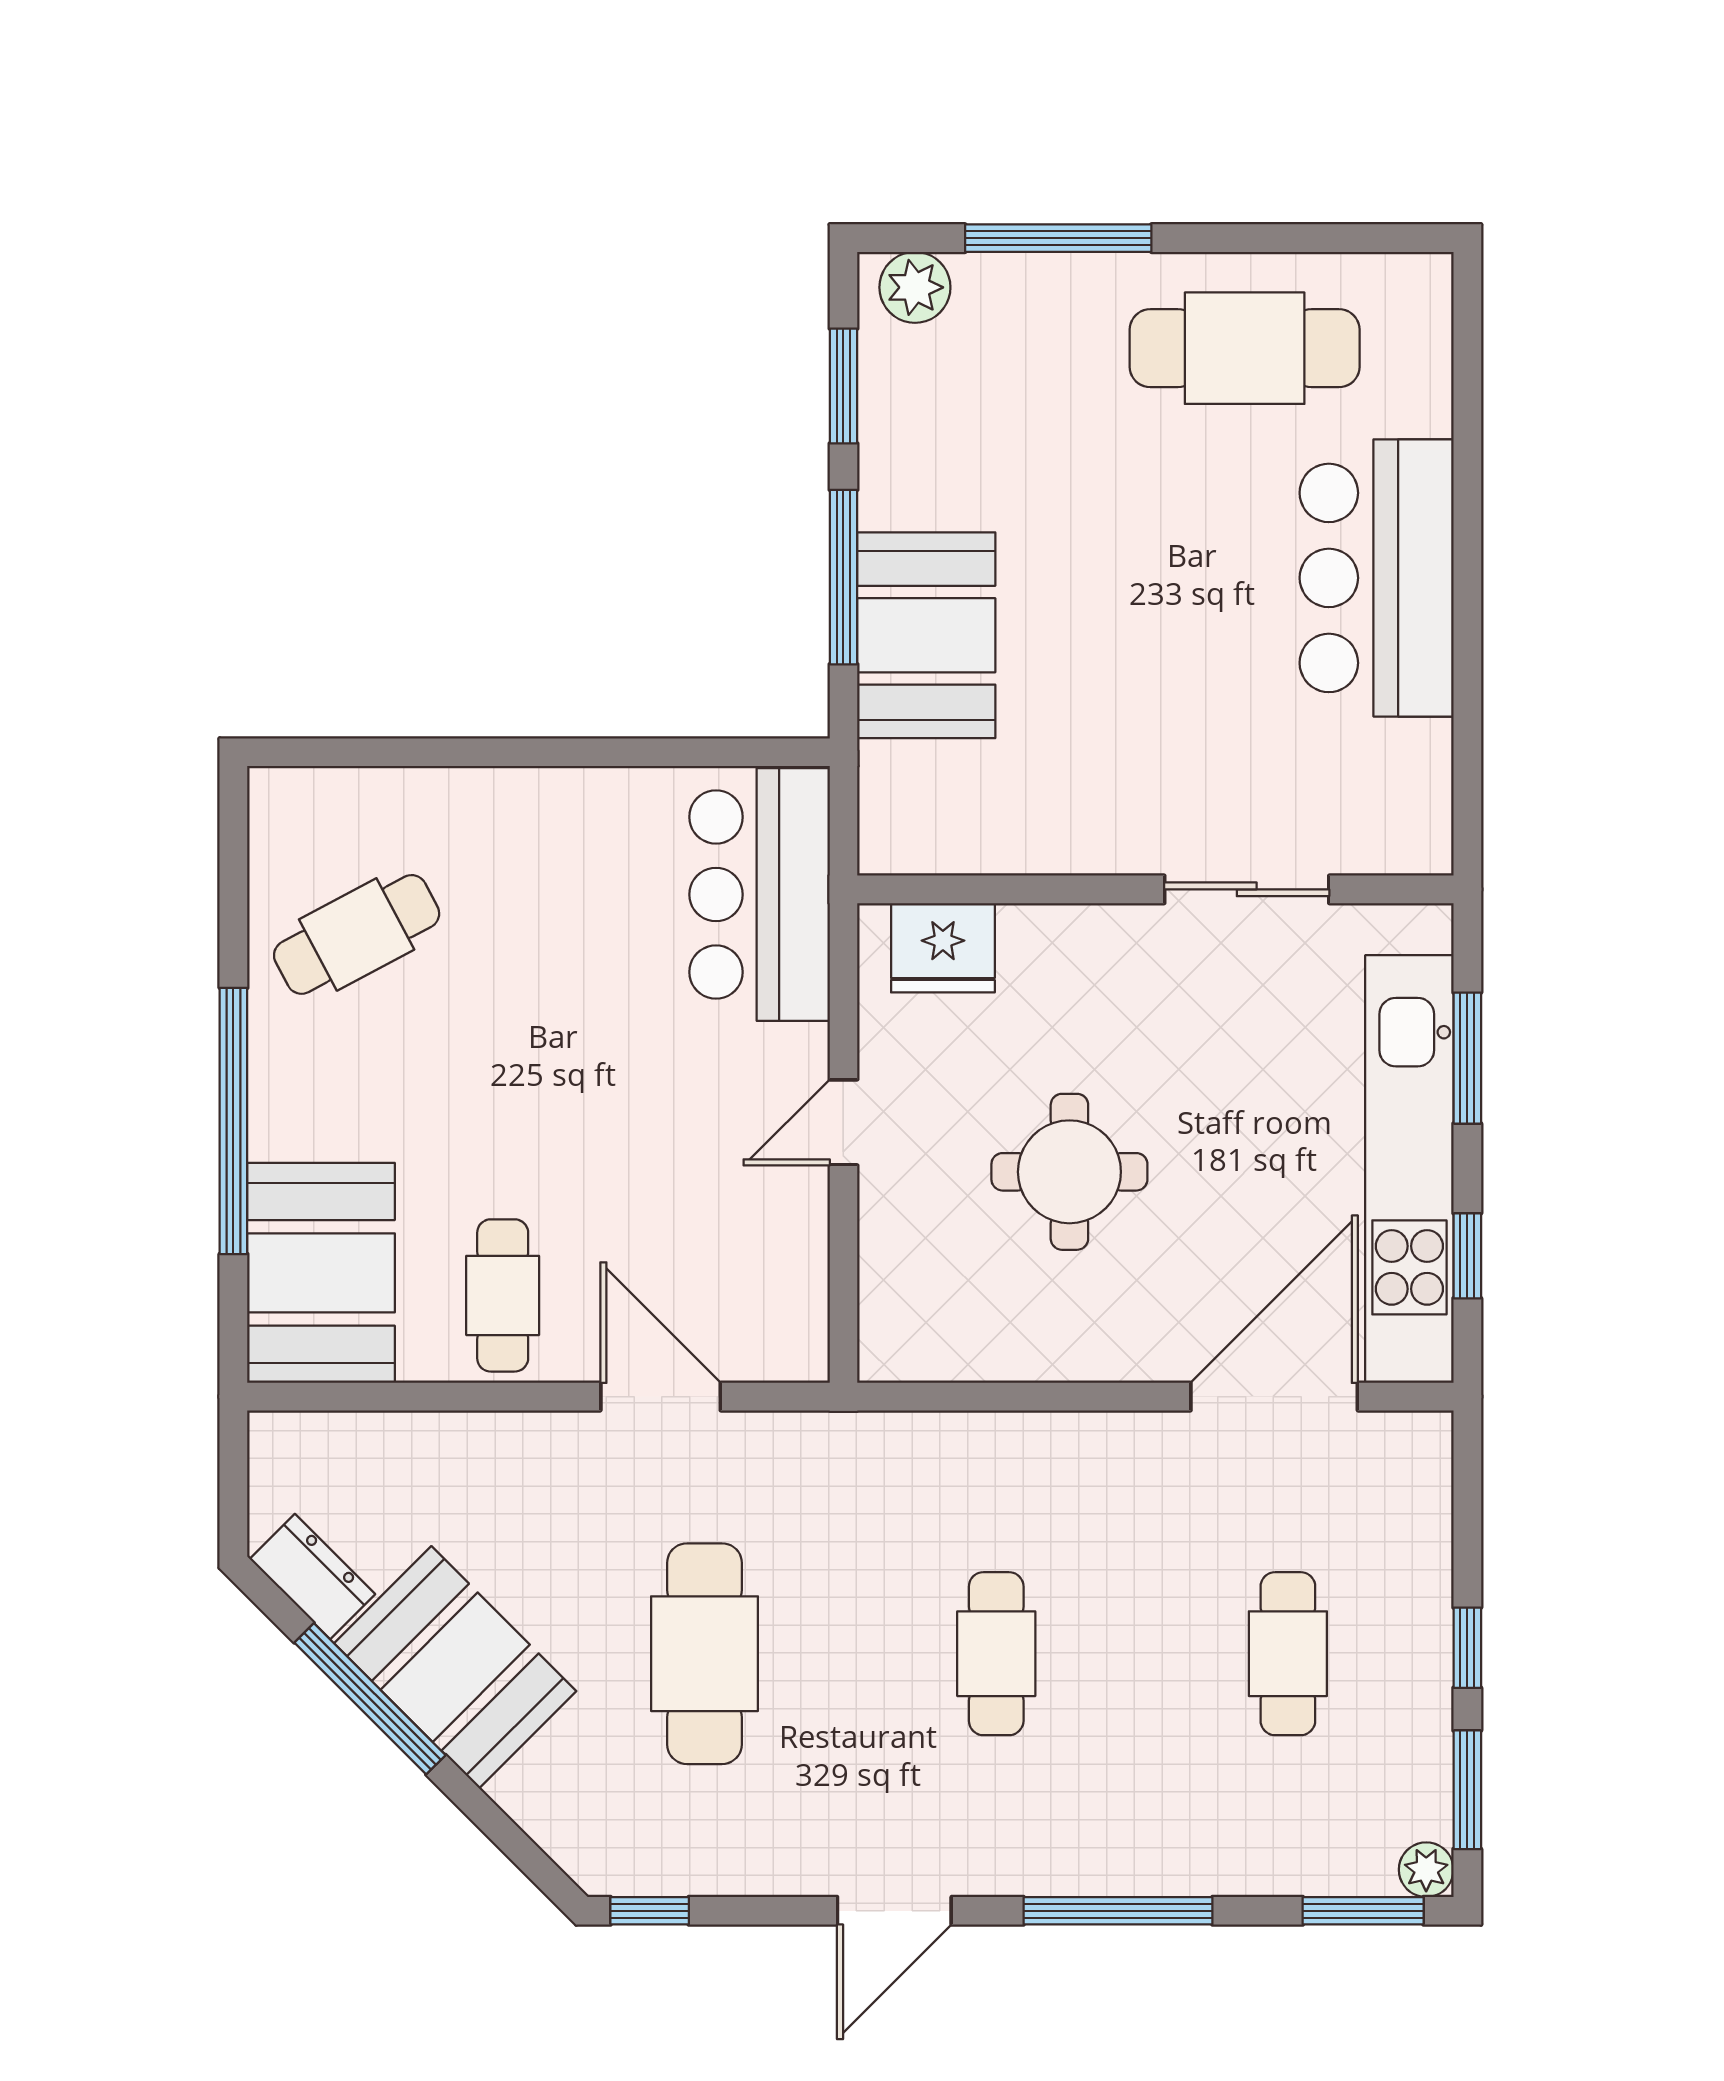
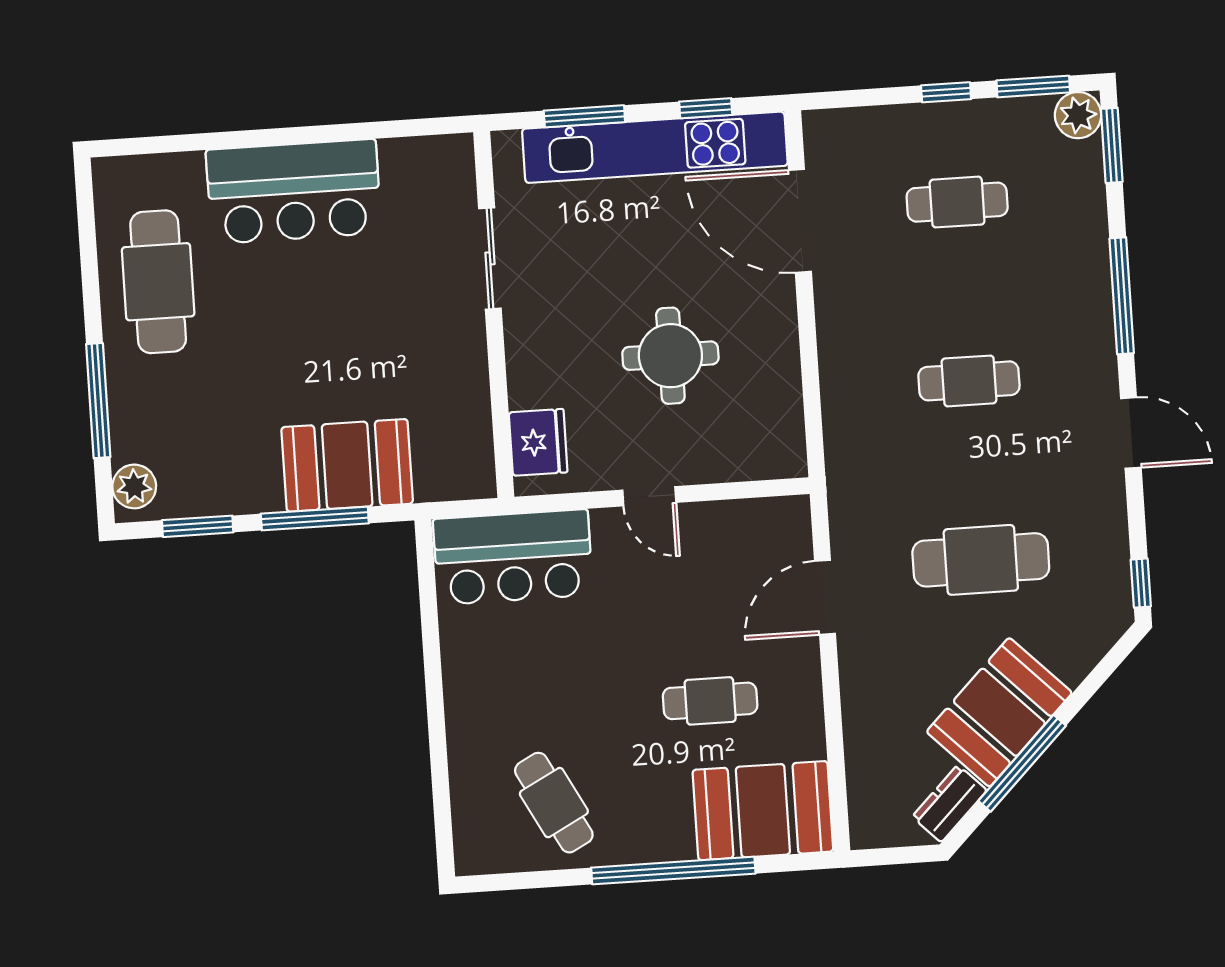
cafe table: (503, 1295) -> (710, 701), moved
plant: (1426, 1870) -> (1078, 115), width x1.38, depth x1.38

